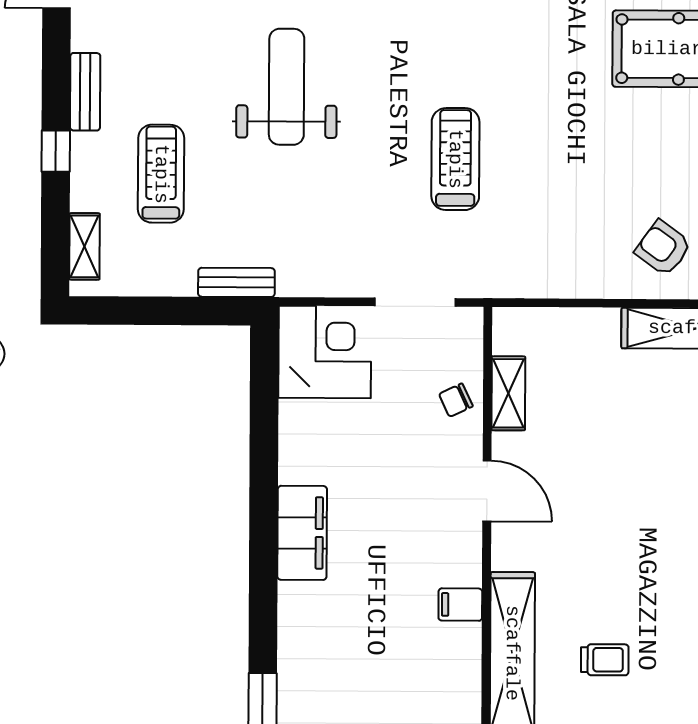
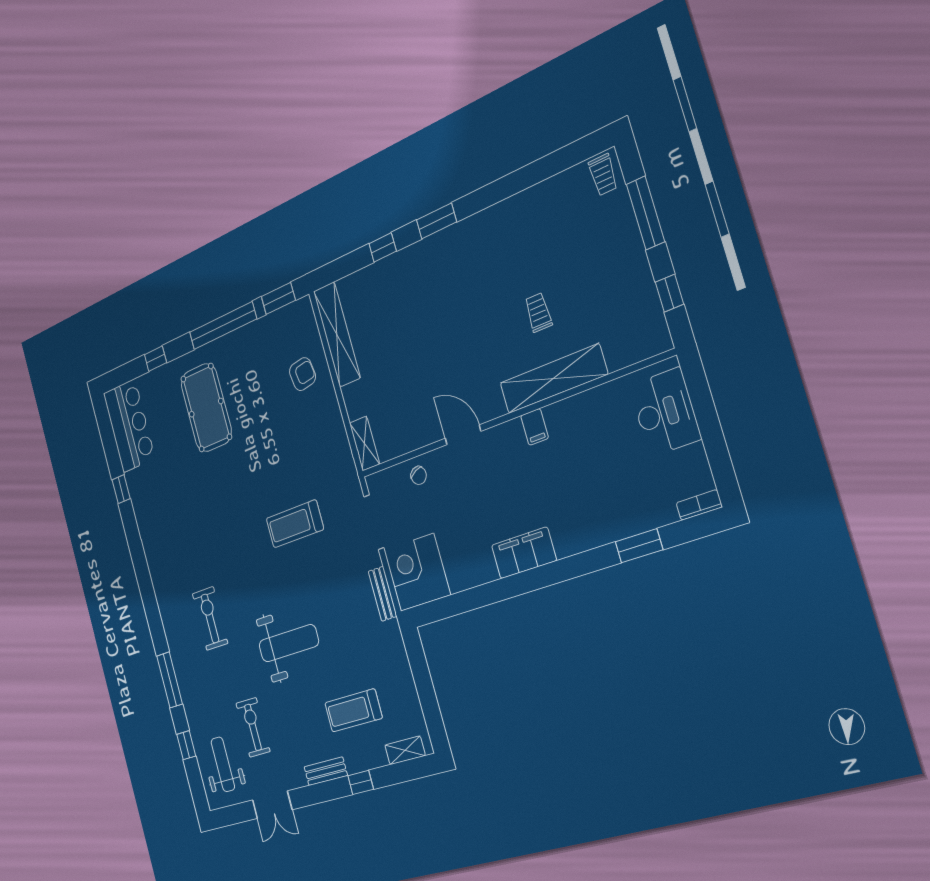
weight bench: (287, 87) -> (289, 643), turned 180
armchair: (663, 248) -> (303, 374), turned -135
bench: (236, 282) -> (383, 594), moved
shelving: (508, 393) -> (364, 443), moved, turned 90
door: (487, 491) -> (463, 435), hinge flipped

